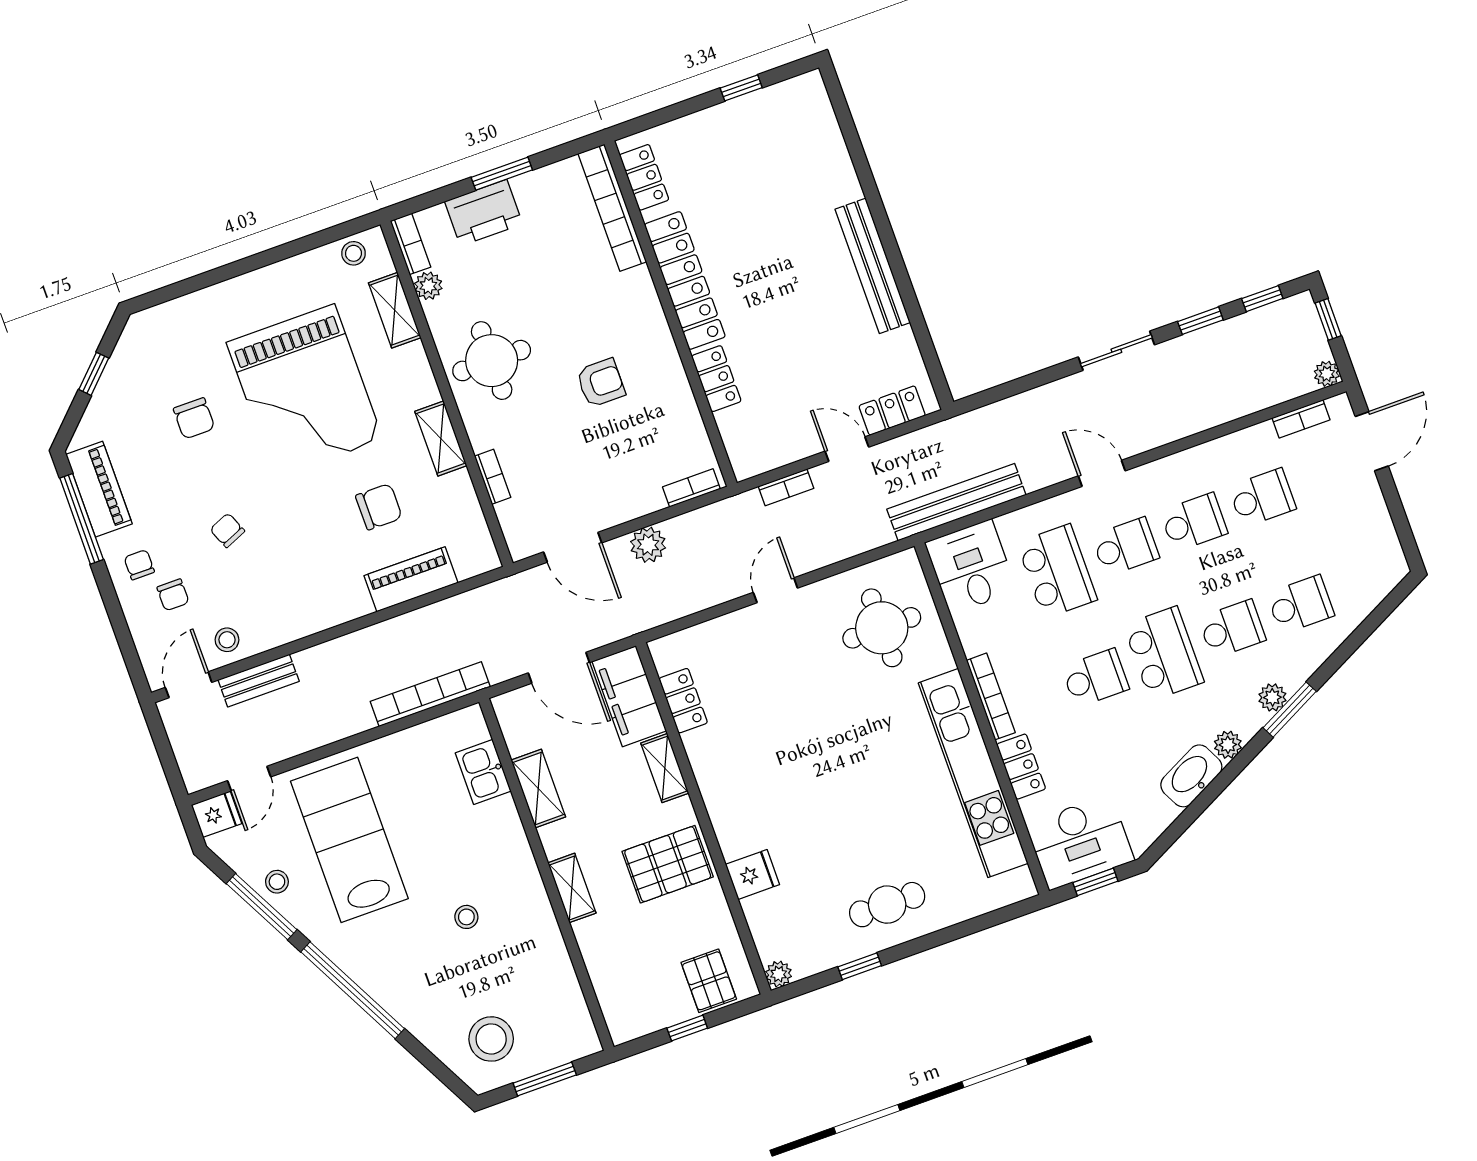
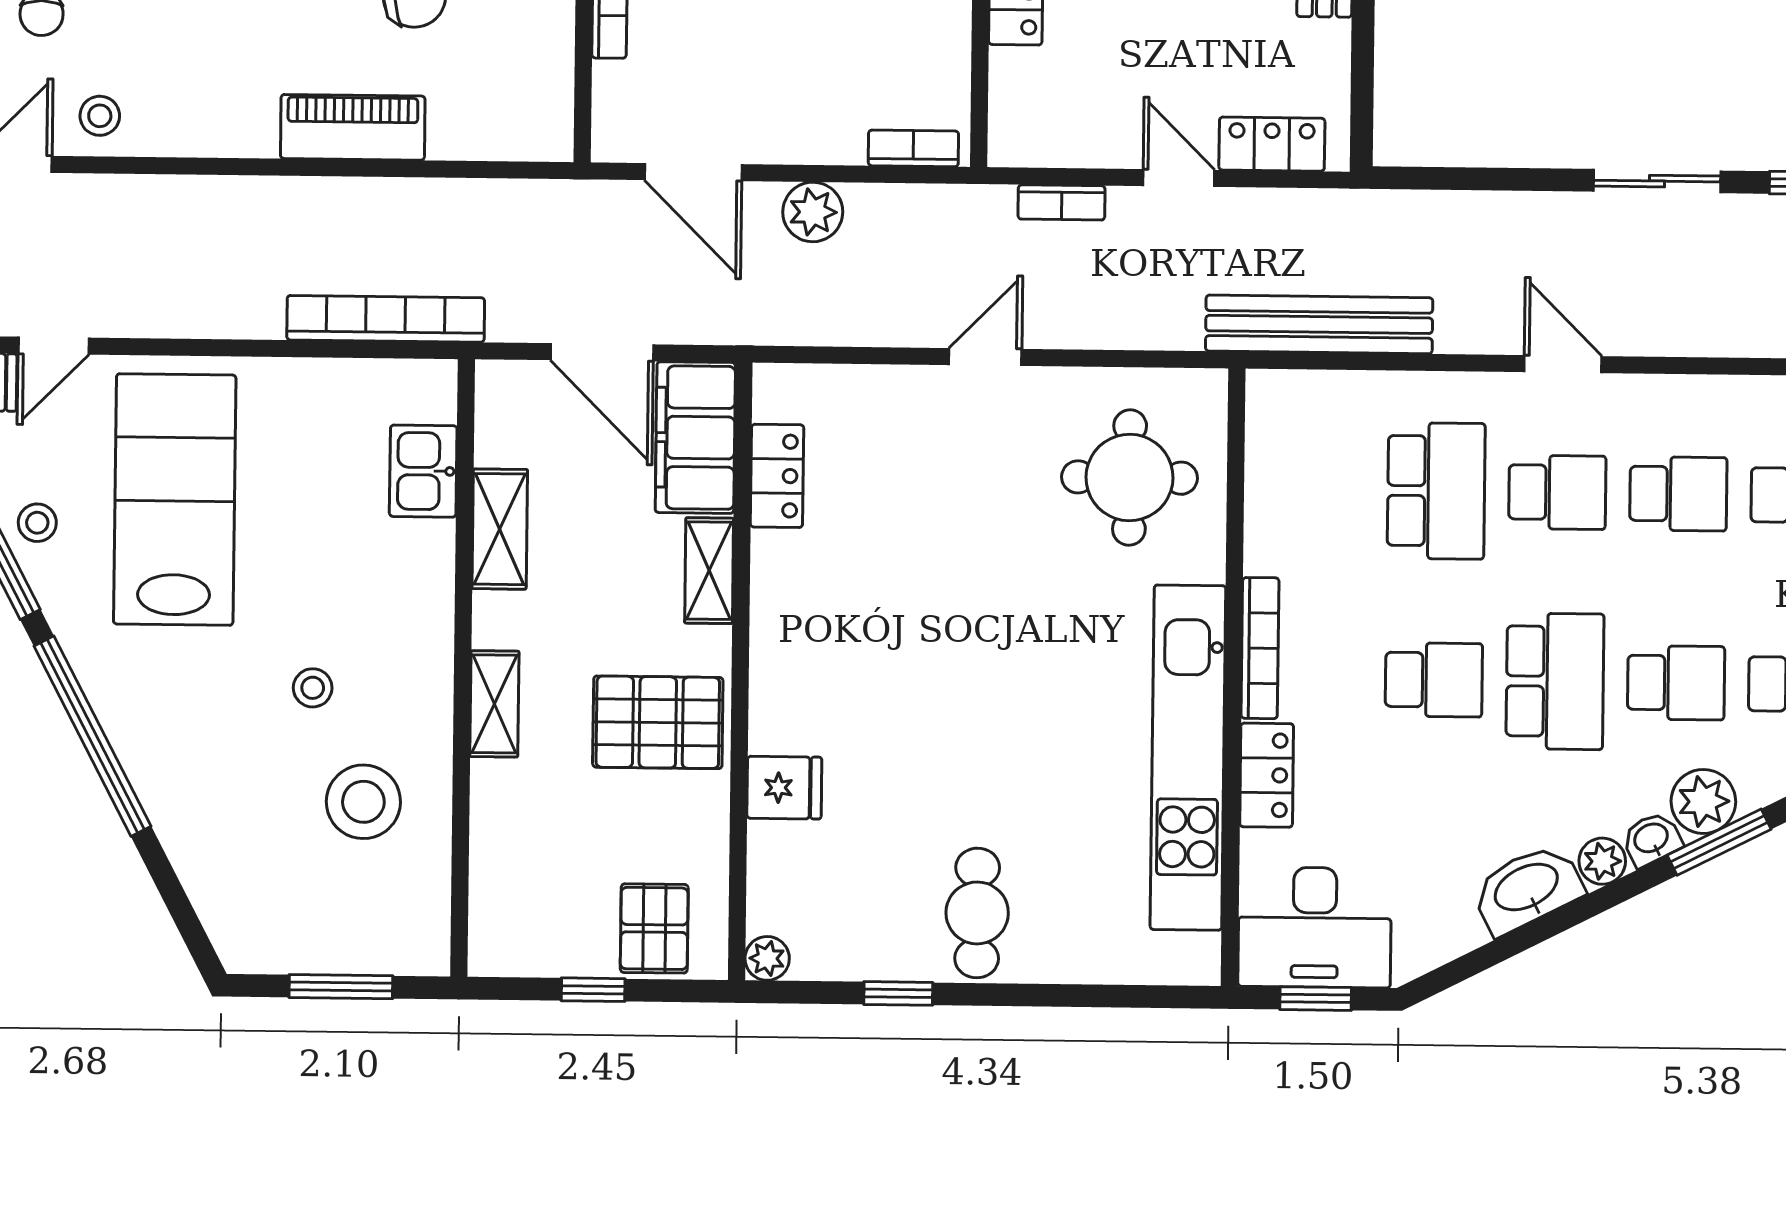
desk: (971, 567) -> (1304, 434), removed
piano: (411, 579) -> (353, 127), moved
bench: (259, 681) -> (125, 198), removed
plant: (1272, 697) -> (1703, 801), width x1.38, depth x1.38
washbasin: (1251, 722) -> (1652, 839), added
cafe table: (887, 905) -> (977, 913), turned 90
stool: (491, 1039) -> (363, 802), moved

